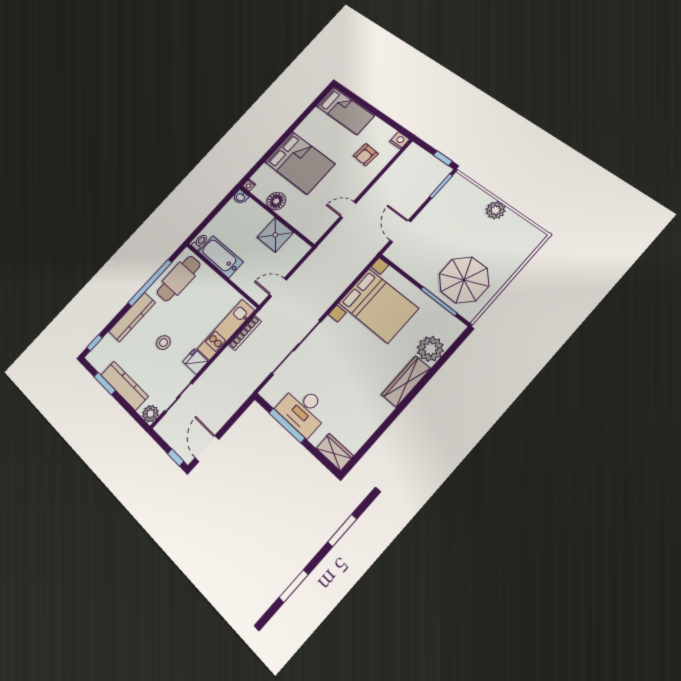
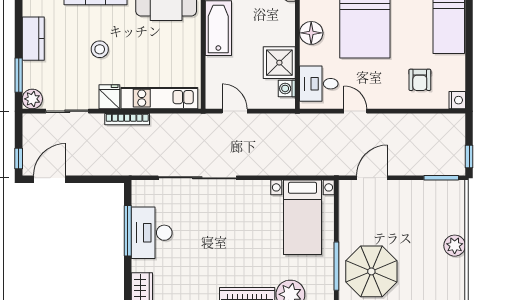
armchair: (366, 155) -> (420, 80), turned -94
desk: (310, 220) -> (319, 84), added
washing machine: (295, 243) -> (287, 88), added
bed with nightstands: (378, 306) -> (302, 217), width x0.73
bookcase: (245, 333) -> (127, 119), moved
window: (105, 383) -> (19, 75), moved
kitchen counter: (124, 386) -> (33, 39), width x0.67

